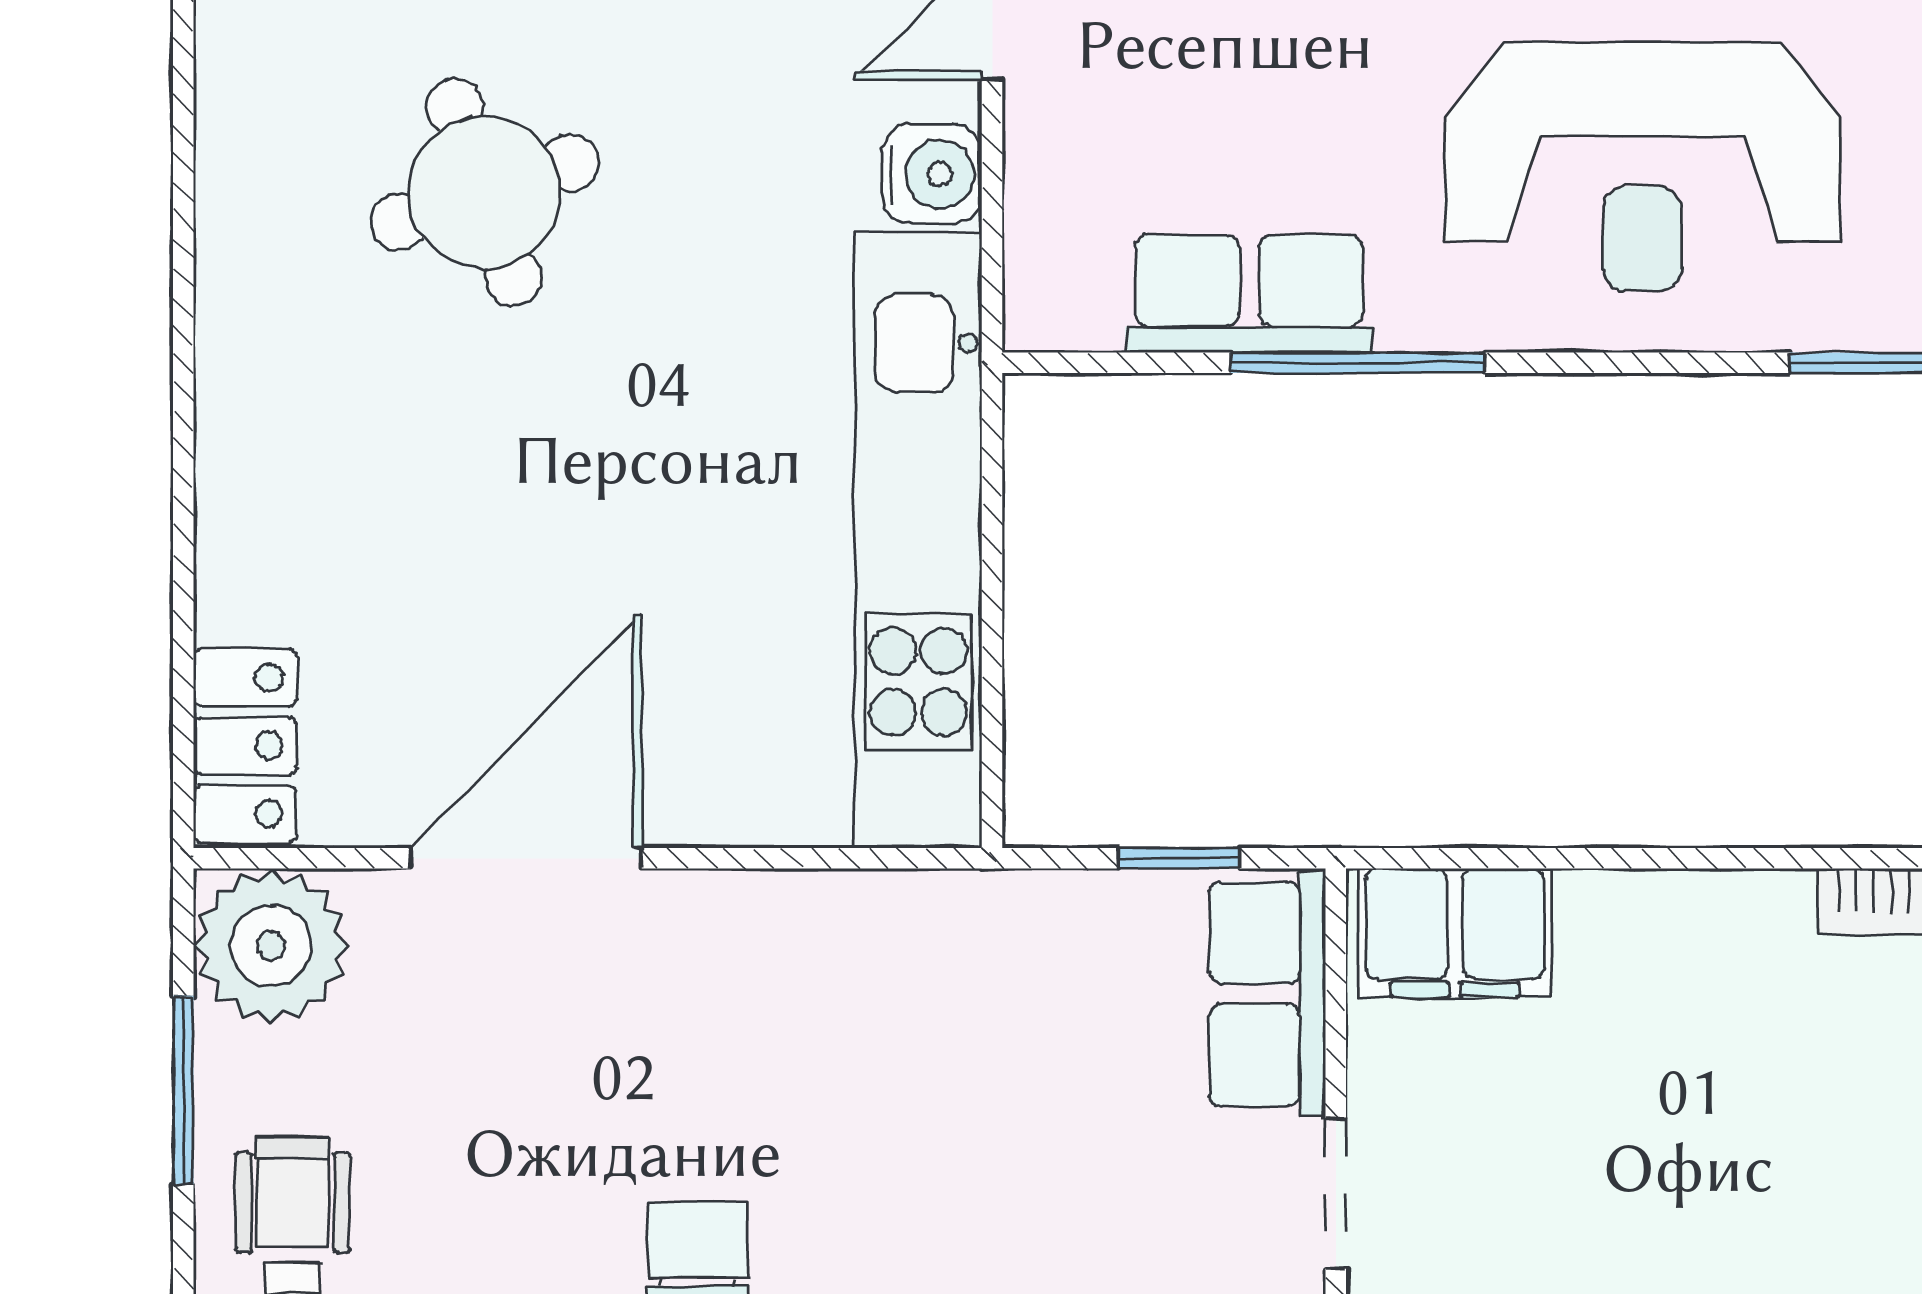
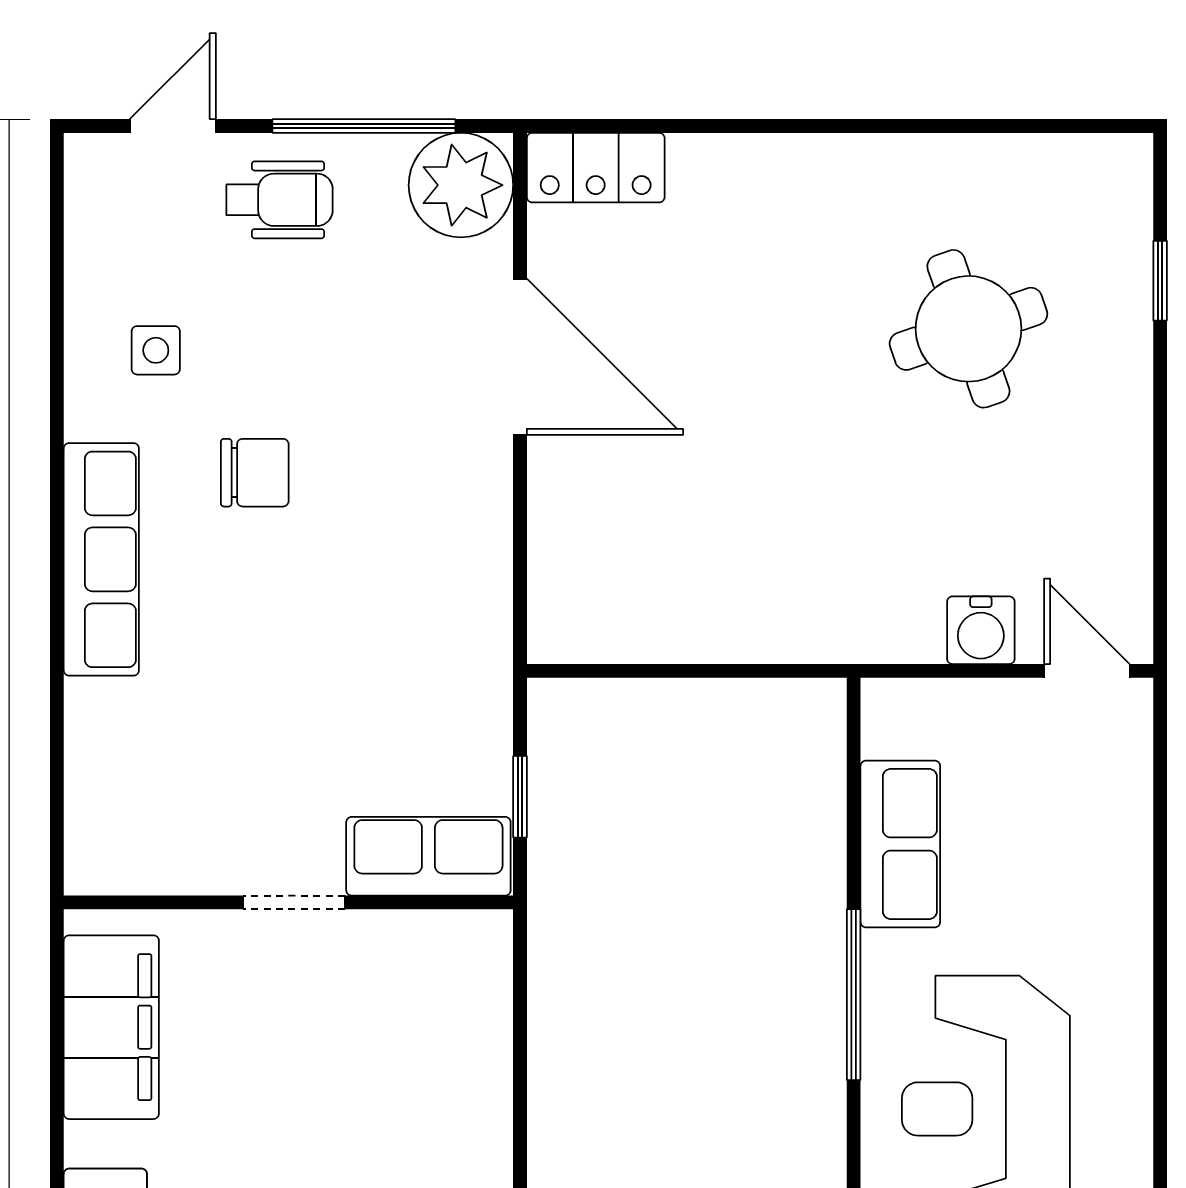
window: (1358, 363) -> (854, 995), moved
kitchen unit: (918, 540) -> (734, 621), removed
filing cabinet: (1455, 933) -> (470, 983), removed
window: (183, 1090) -> (364, 126), width x1.44

